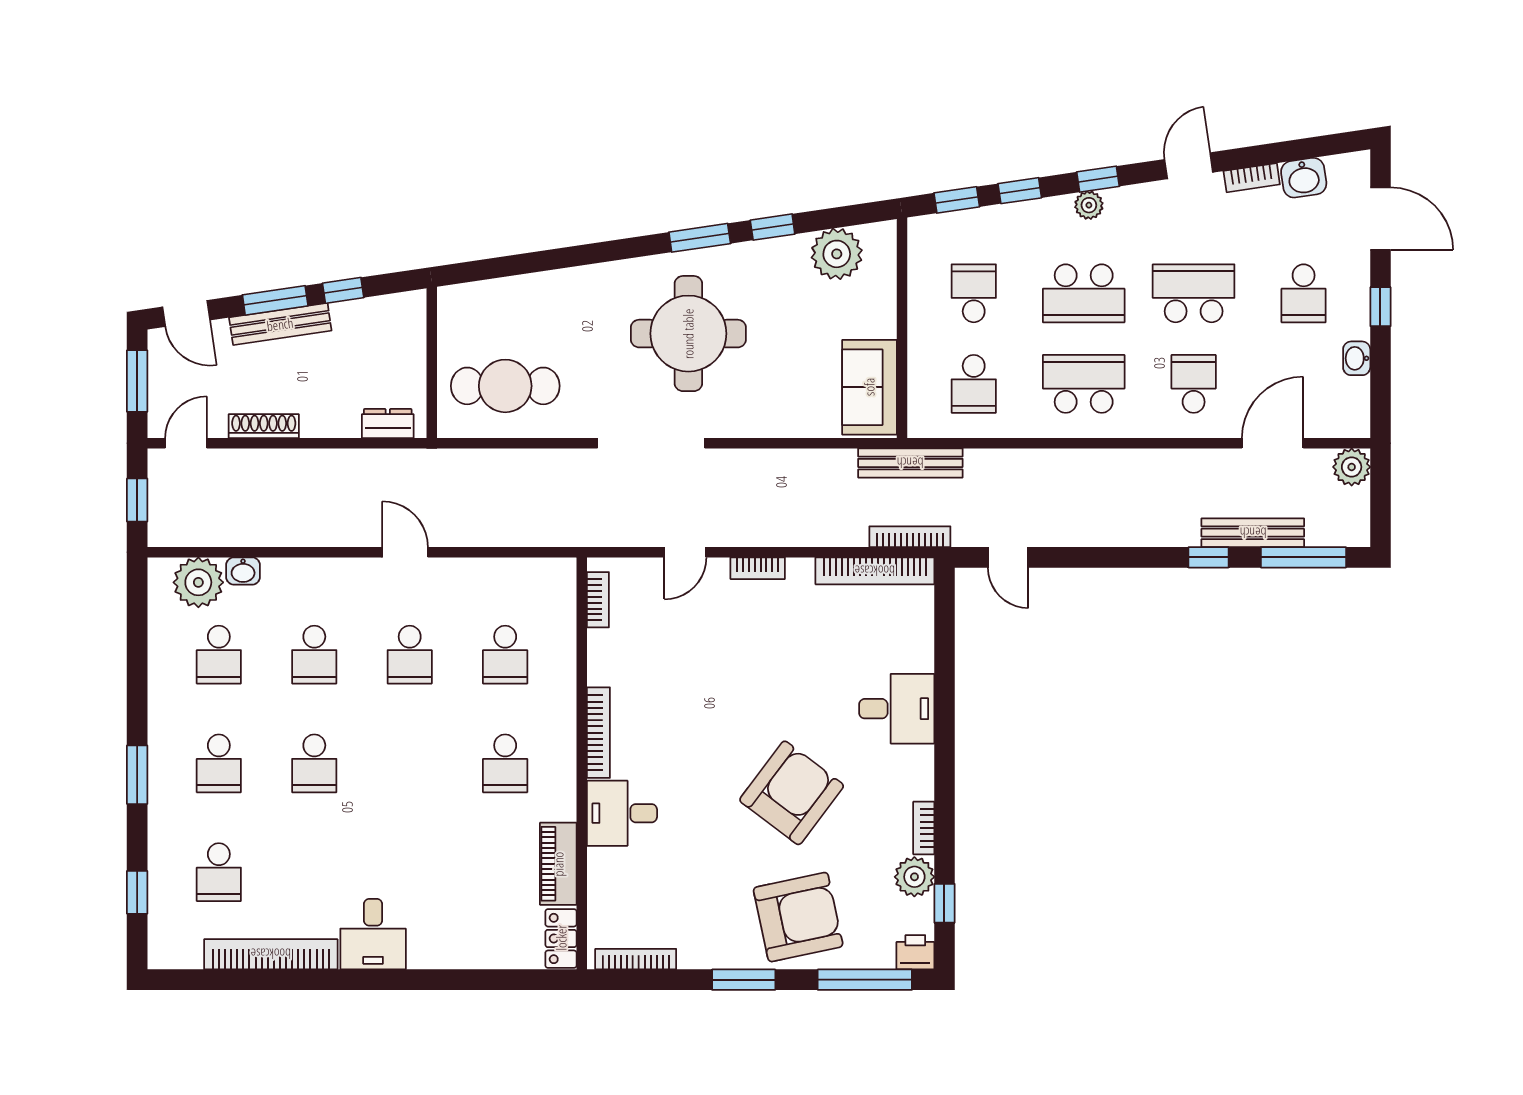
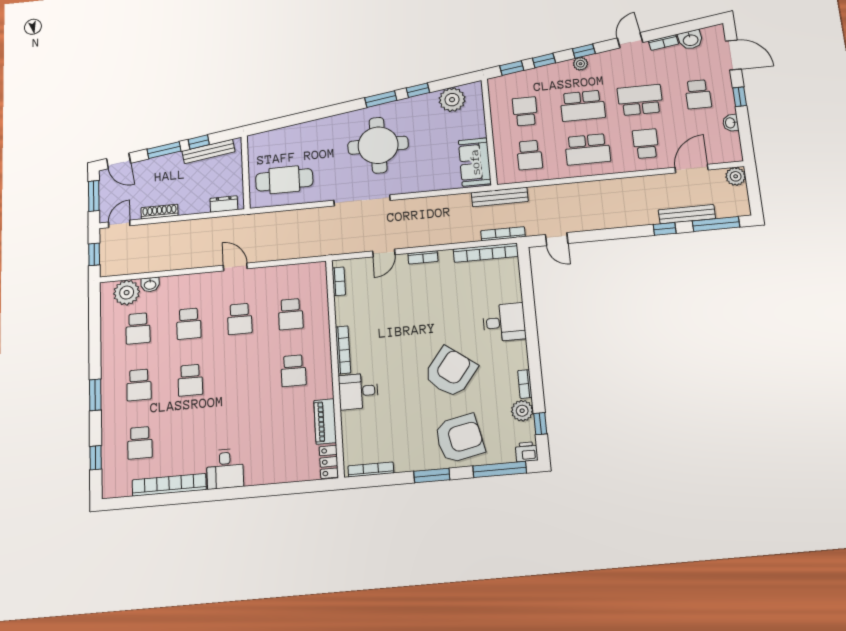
bench: (280, 324) -> (208, 151), moved
school desk: (1084, 384) -> (588, 149), turned 180

